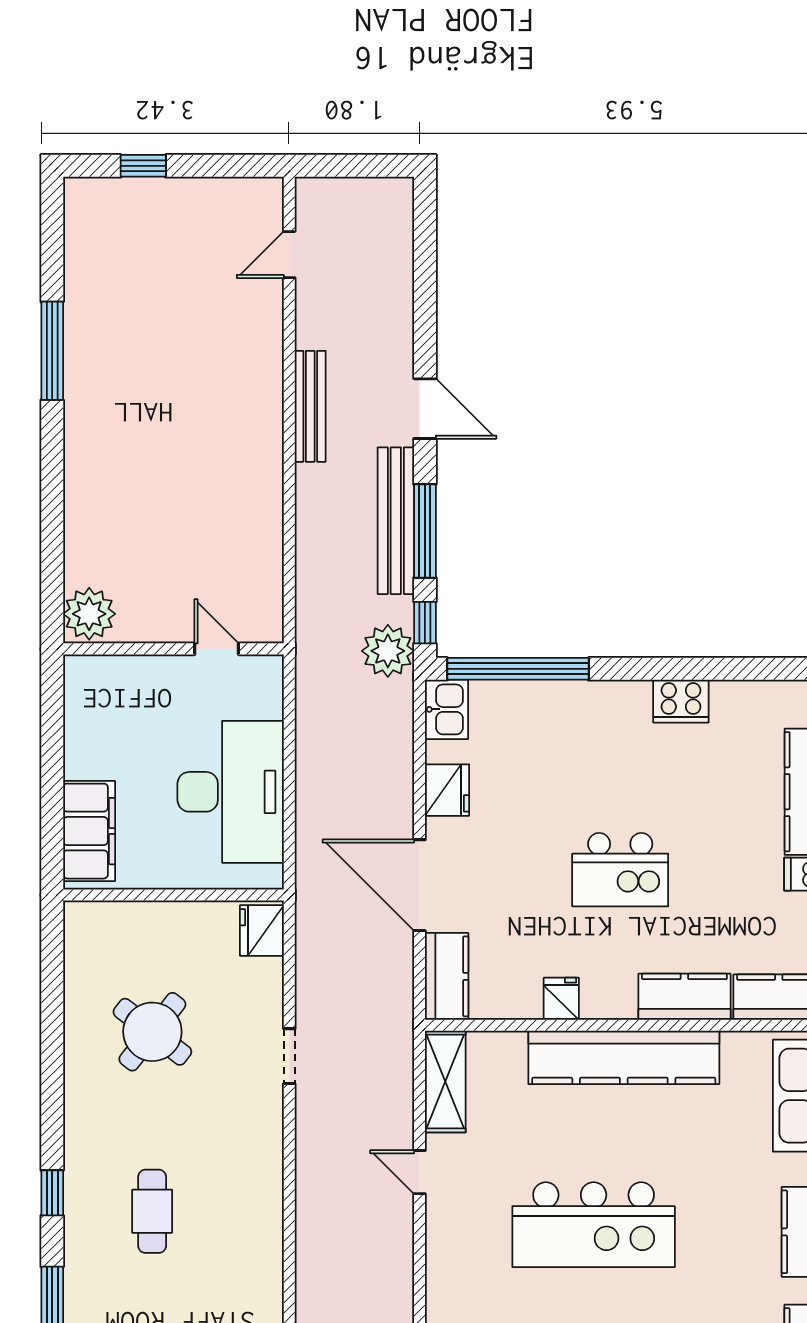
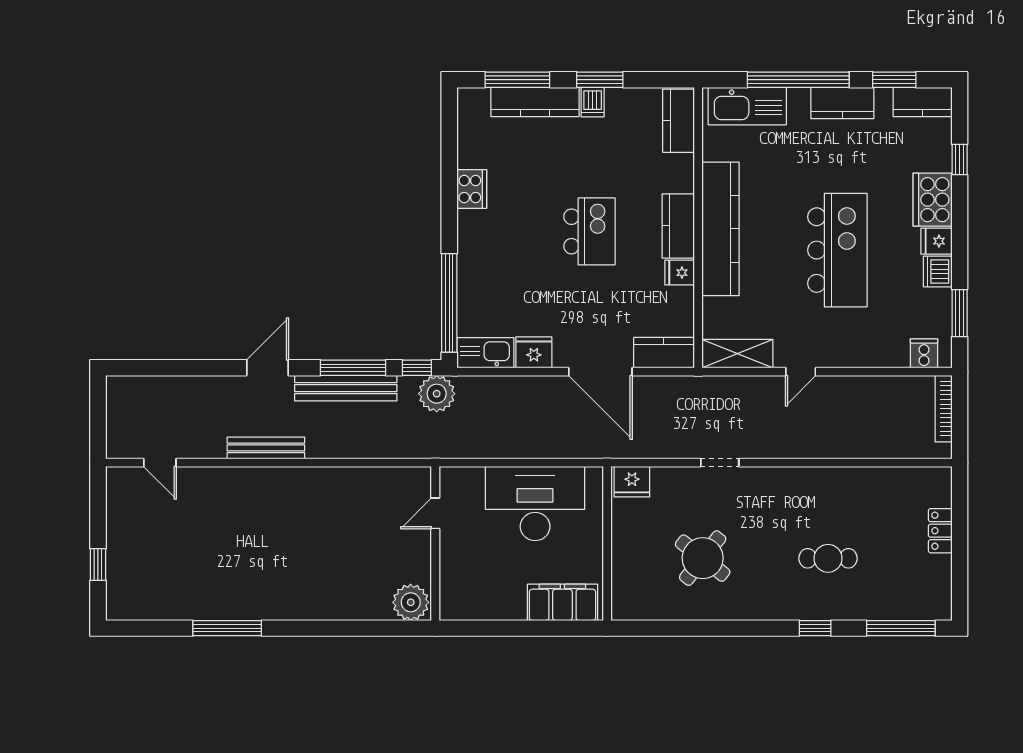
kitchen sink: (446, 709) -> (485, 353), width x1.38
door: (419, 885) -> (600, 372), hinge flipped
kitchen counter: (684, 997) -> (678, 226), moved

